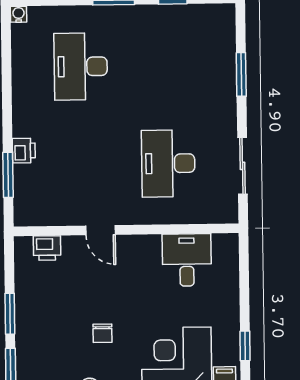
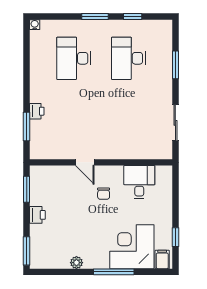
desk: (168, 163) -> (128, 58), moved
printer: (47, 248) -> (37, 215), moved, turned -90
window: (10, 314) -> (27, 189), moved
chair: (102, 333) -> (104, 194), moved

